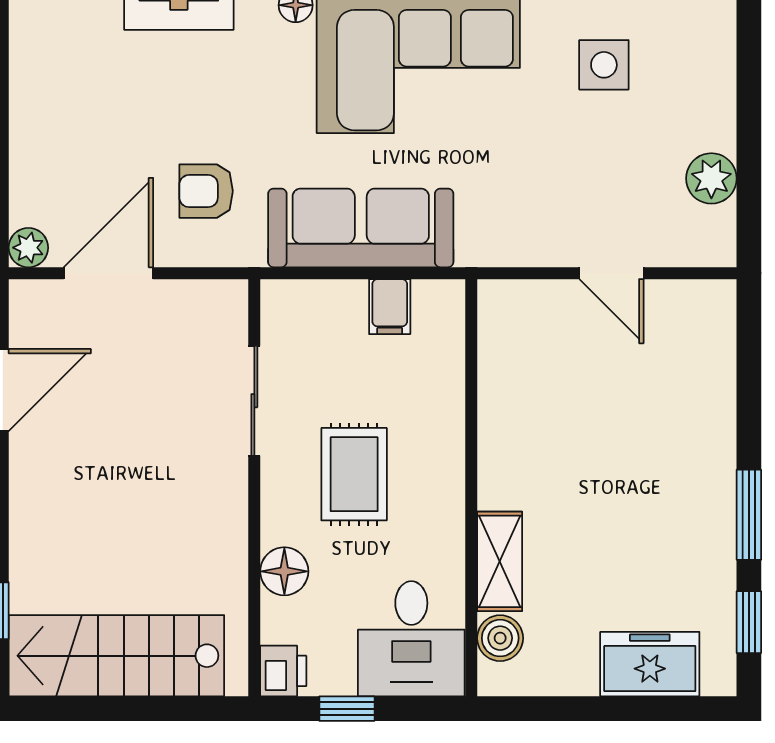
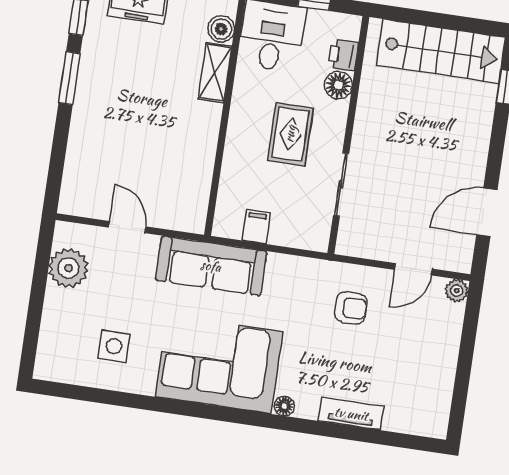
plant: (711, 178) -> (68, 268), width x1.36, depth x1.36
sofa: (361, 228) -> (211, 266), moved
door: (108, 273) -> (413, 269), width x0.73
printer: (283, 671) -> (343, 55), moved

